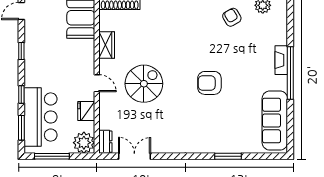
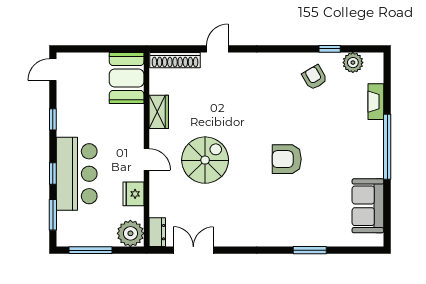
fireplace: (281, 60) -> (376, 102), moved
bar counter: (41, 117) -> (77, 174), moved
sofa: (275, 121) -> (368, 206), width x0.73

